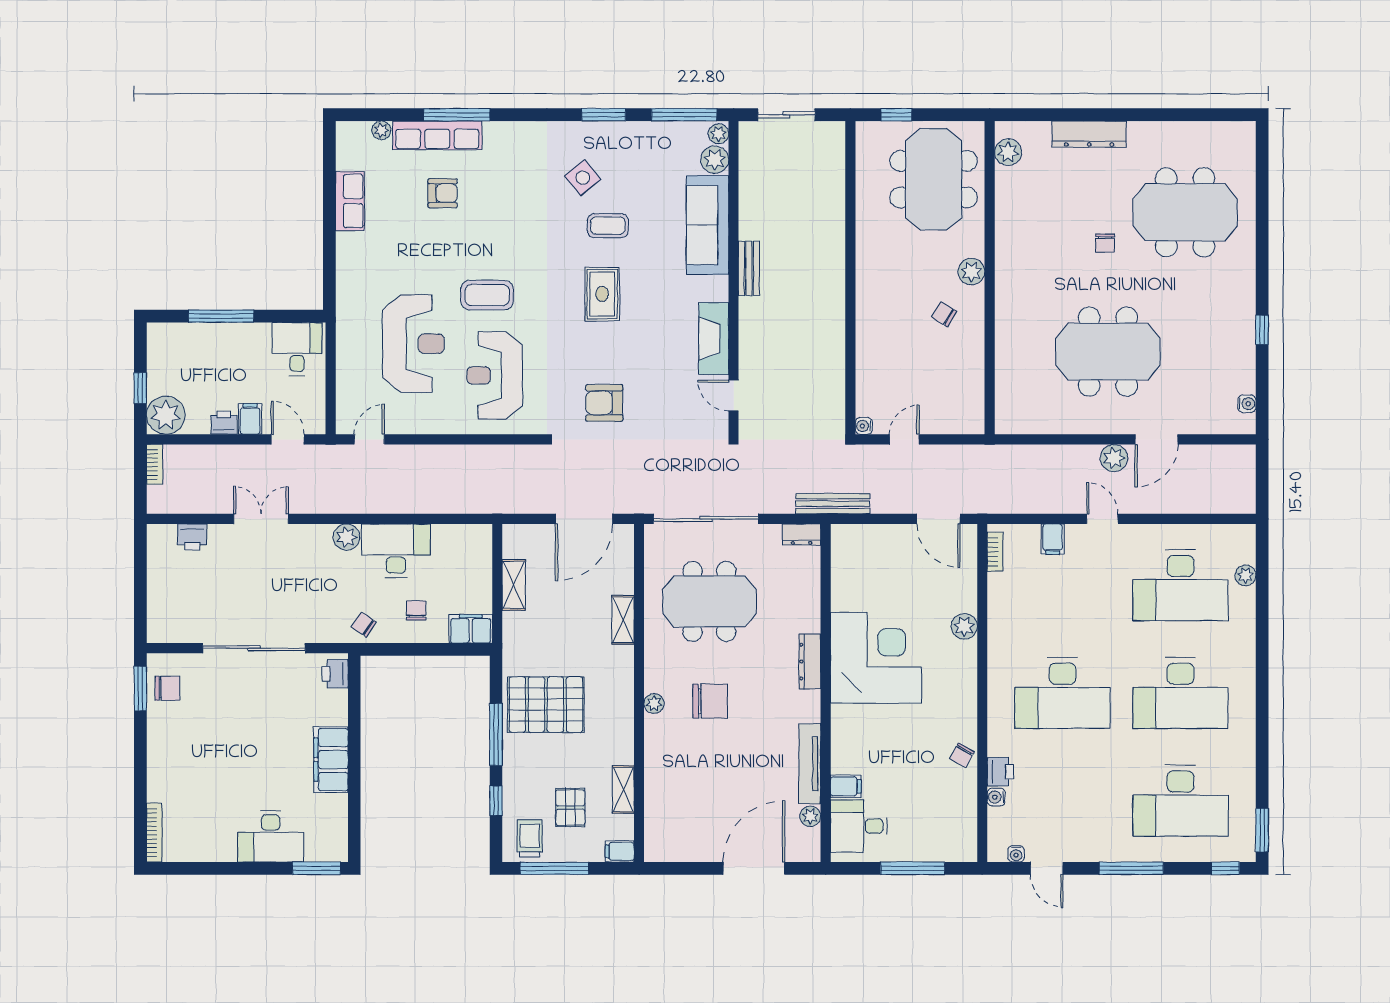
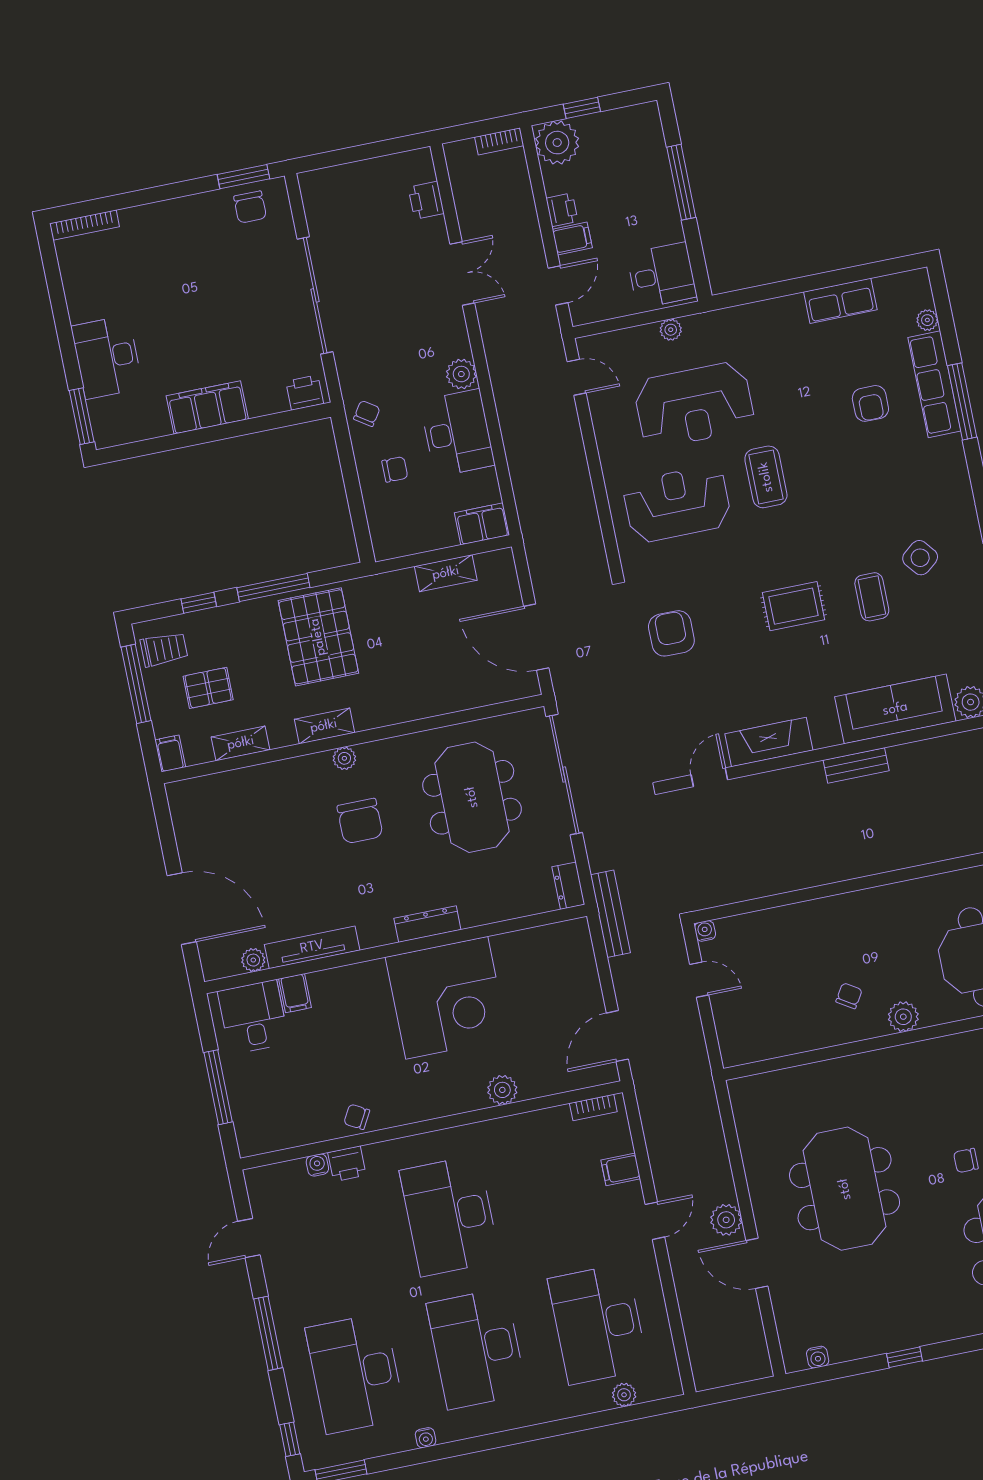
plant: (345, 351) -> (671, 330), added
shelving: (623, 620) -> (324, 726), moved
filing cabinet: (471, 629) -> (482, 524), moved, turned -90
water cooler: (1016, 854) -> (426, 1438), moved, turned -90

